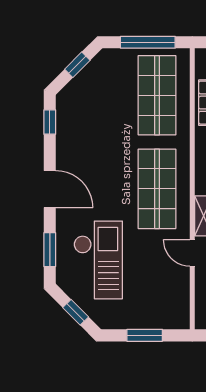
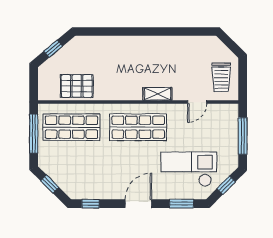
door: (192, 253) -> (197, 102), moved
window: (145, 335) -> (243, 136), width x1.44

